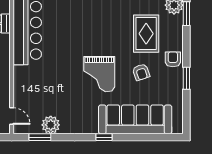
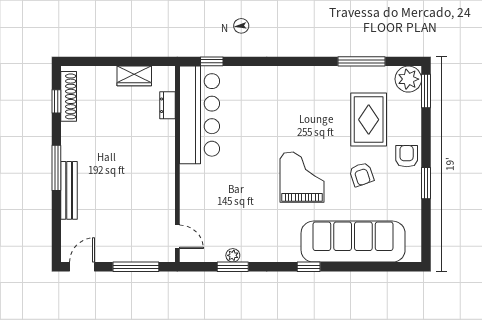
grand piano: (99, 74) -> (302, 177), turned 180
plant: (51, 125) -> (233, 255), width x0.53, depth x0.53
window: (40, 137) -> (233, 267), moved

